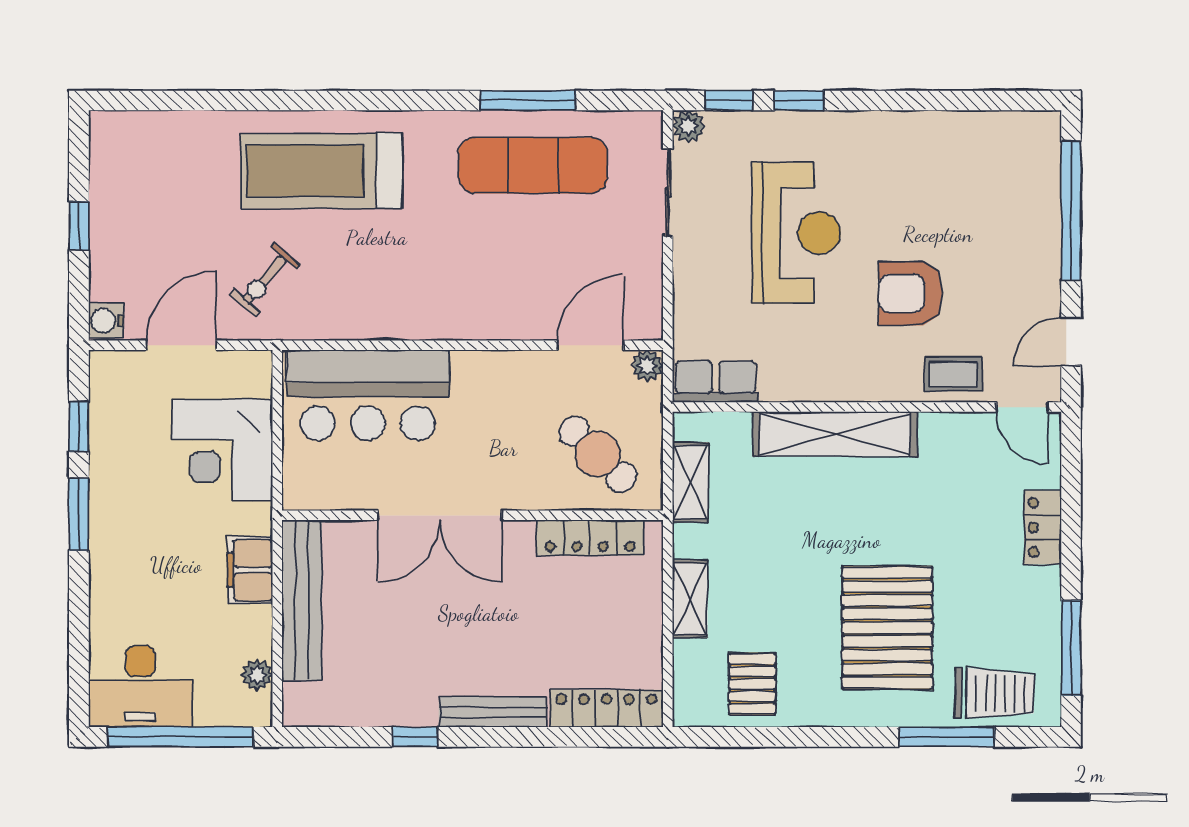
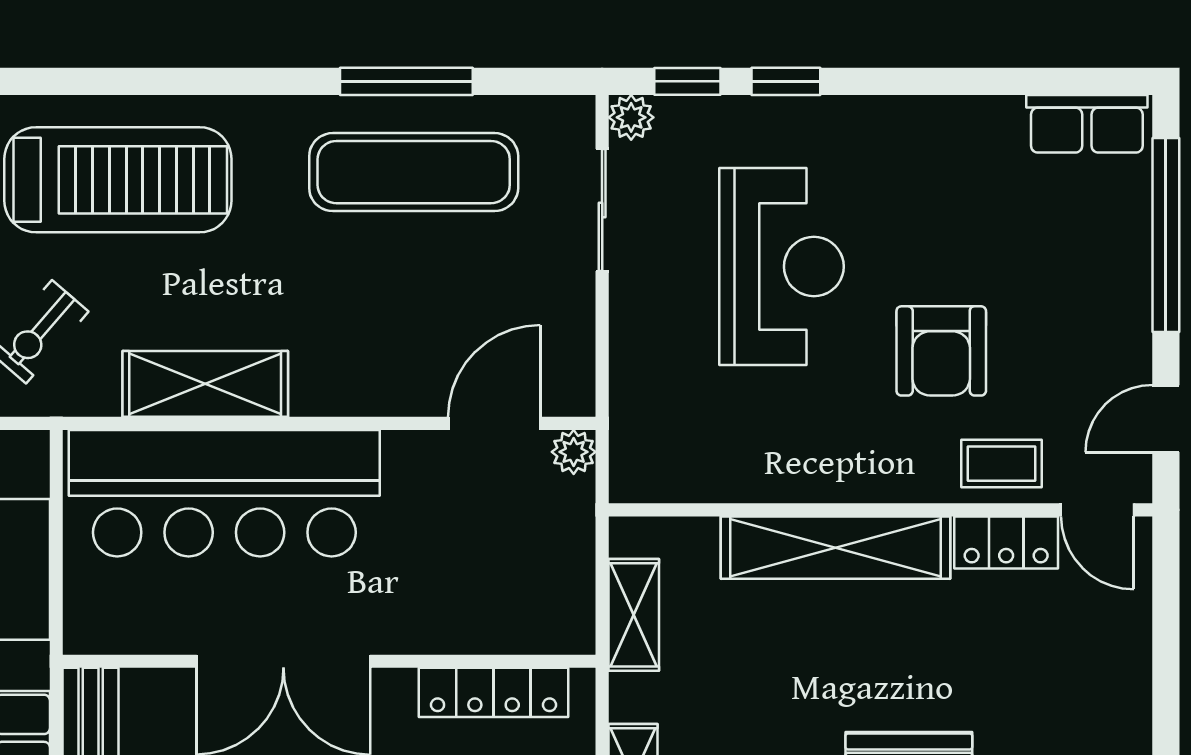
treadmill: (321, 171) -> (118, 180), turned 180
armchair: (910, 293) -> (941, 351), turned -90
shelving: (384, 317) -> (205, 384), added
row of seats: (716, 382) -> (1087, 124), moved, turned 180
bar counter: (368, 395) -> (224, 493), width x1.36
cafe table: (598, 454) -> (504, 576), removed
locker: (1043, 527) -> (1006, 543), moved, turned -90

